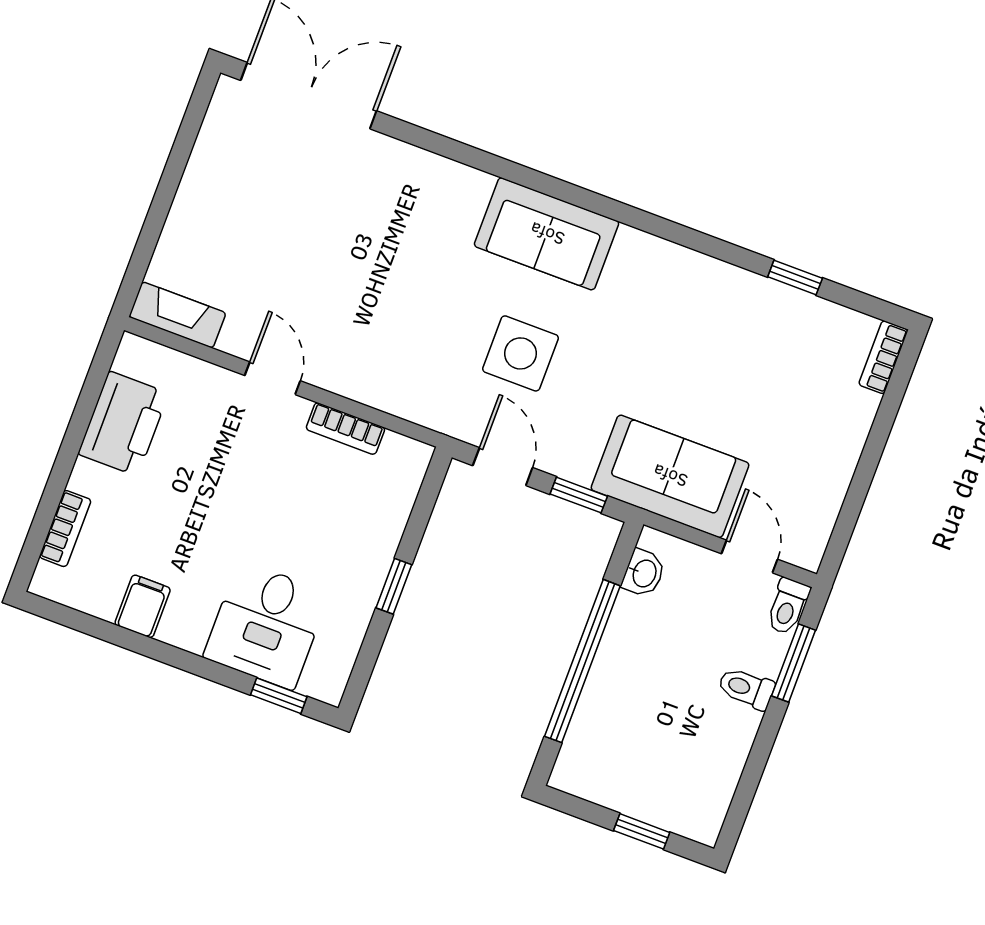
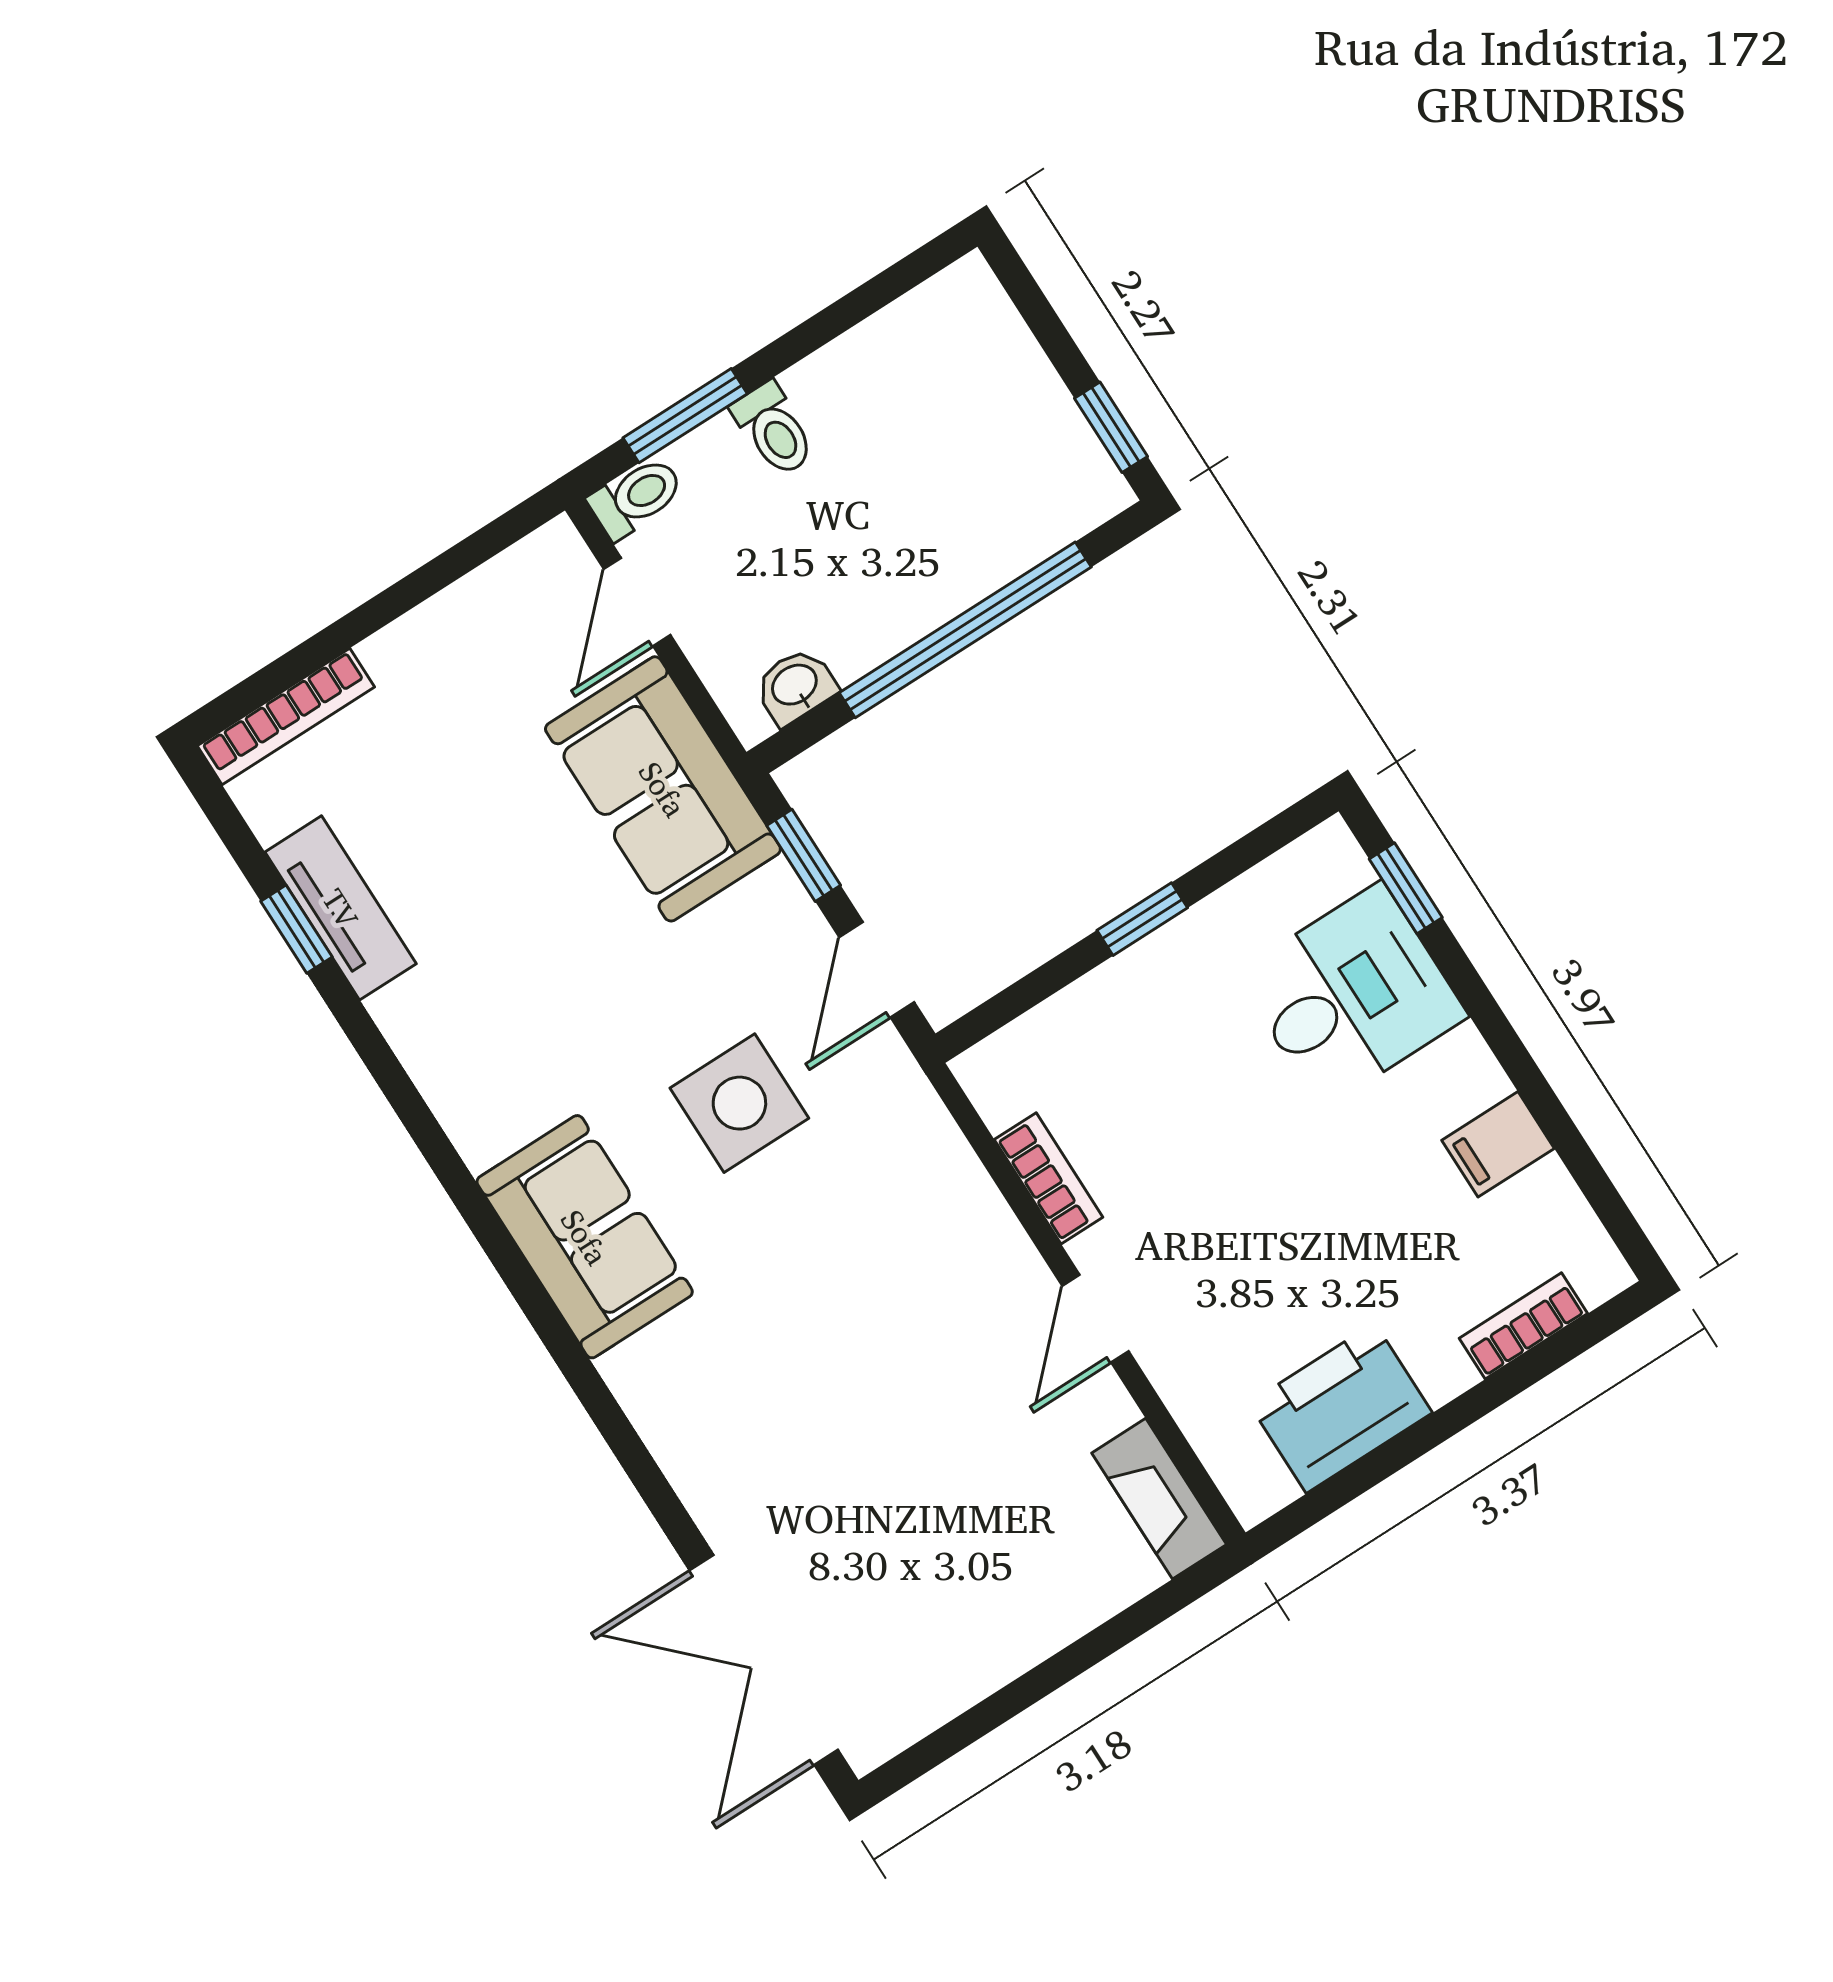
tv unit: (782, 304) -> (341, 908), added
bookcase: (883, 357) -> (286, 716), width x1.56
window: (642, 831) -> (1111, 427), moved

